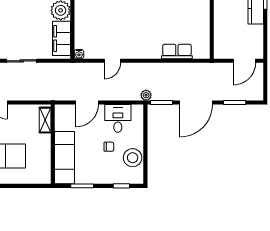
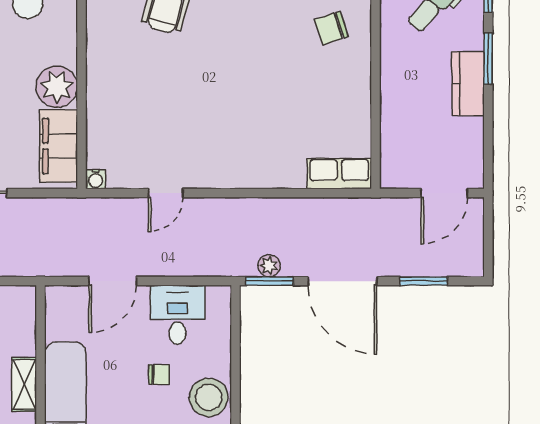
row of seats: (177, 52) -> (339, 174), moved
plant: (146, 95) -> (269, 266), moved
door: (196, 102) -> (342, 281), hinge flipped
shelving: (45, 120) -> (24, 384), moved

